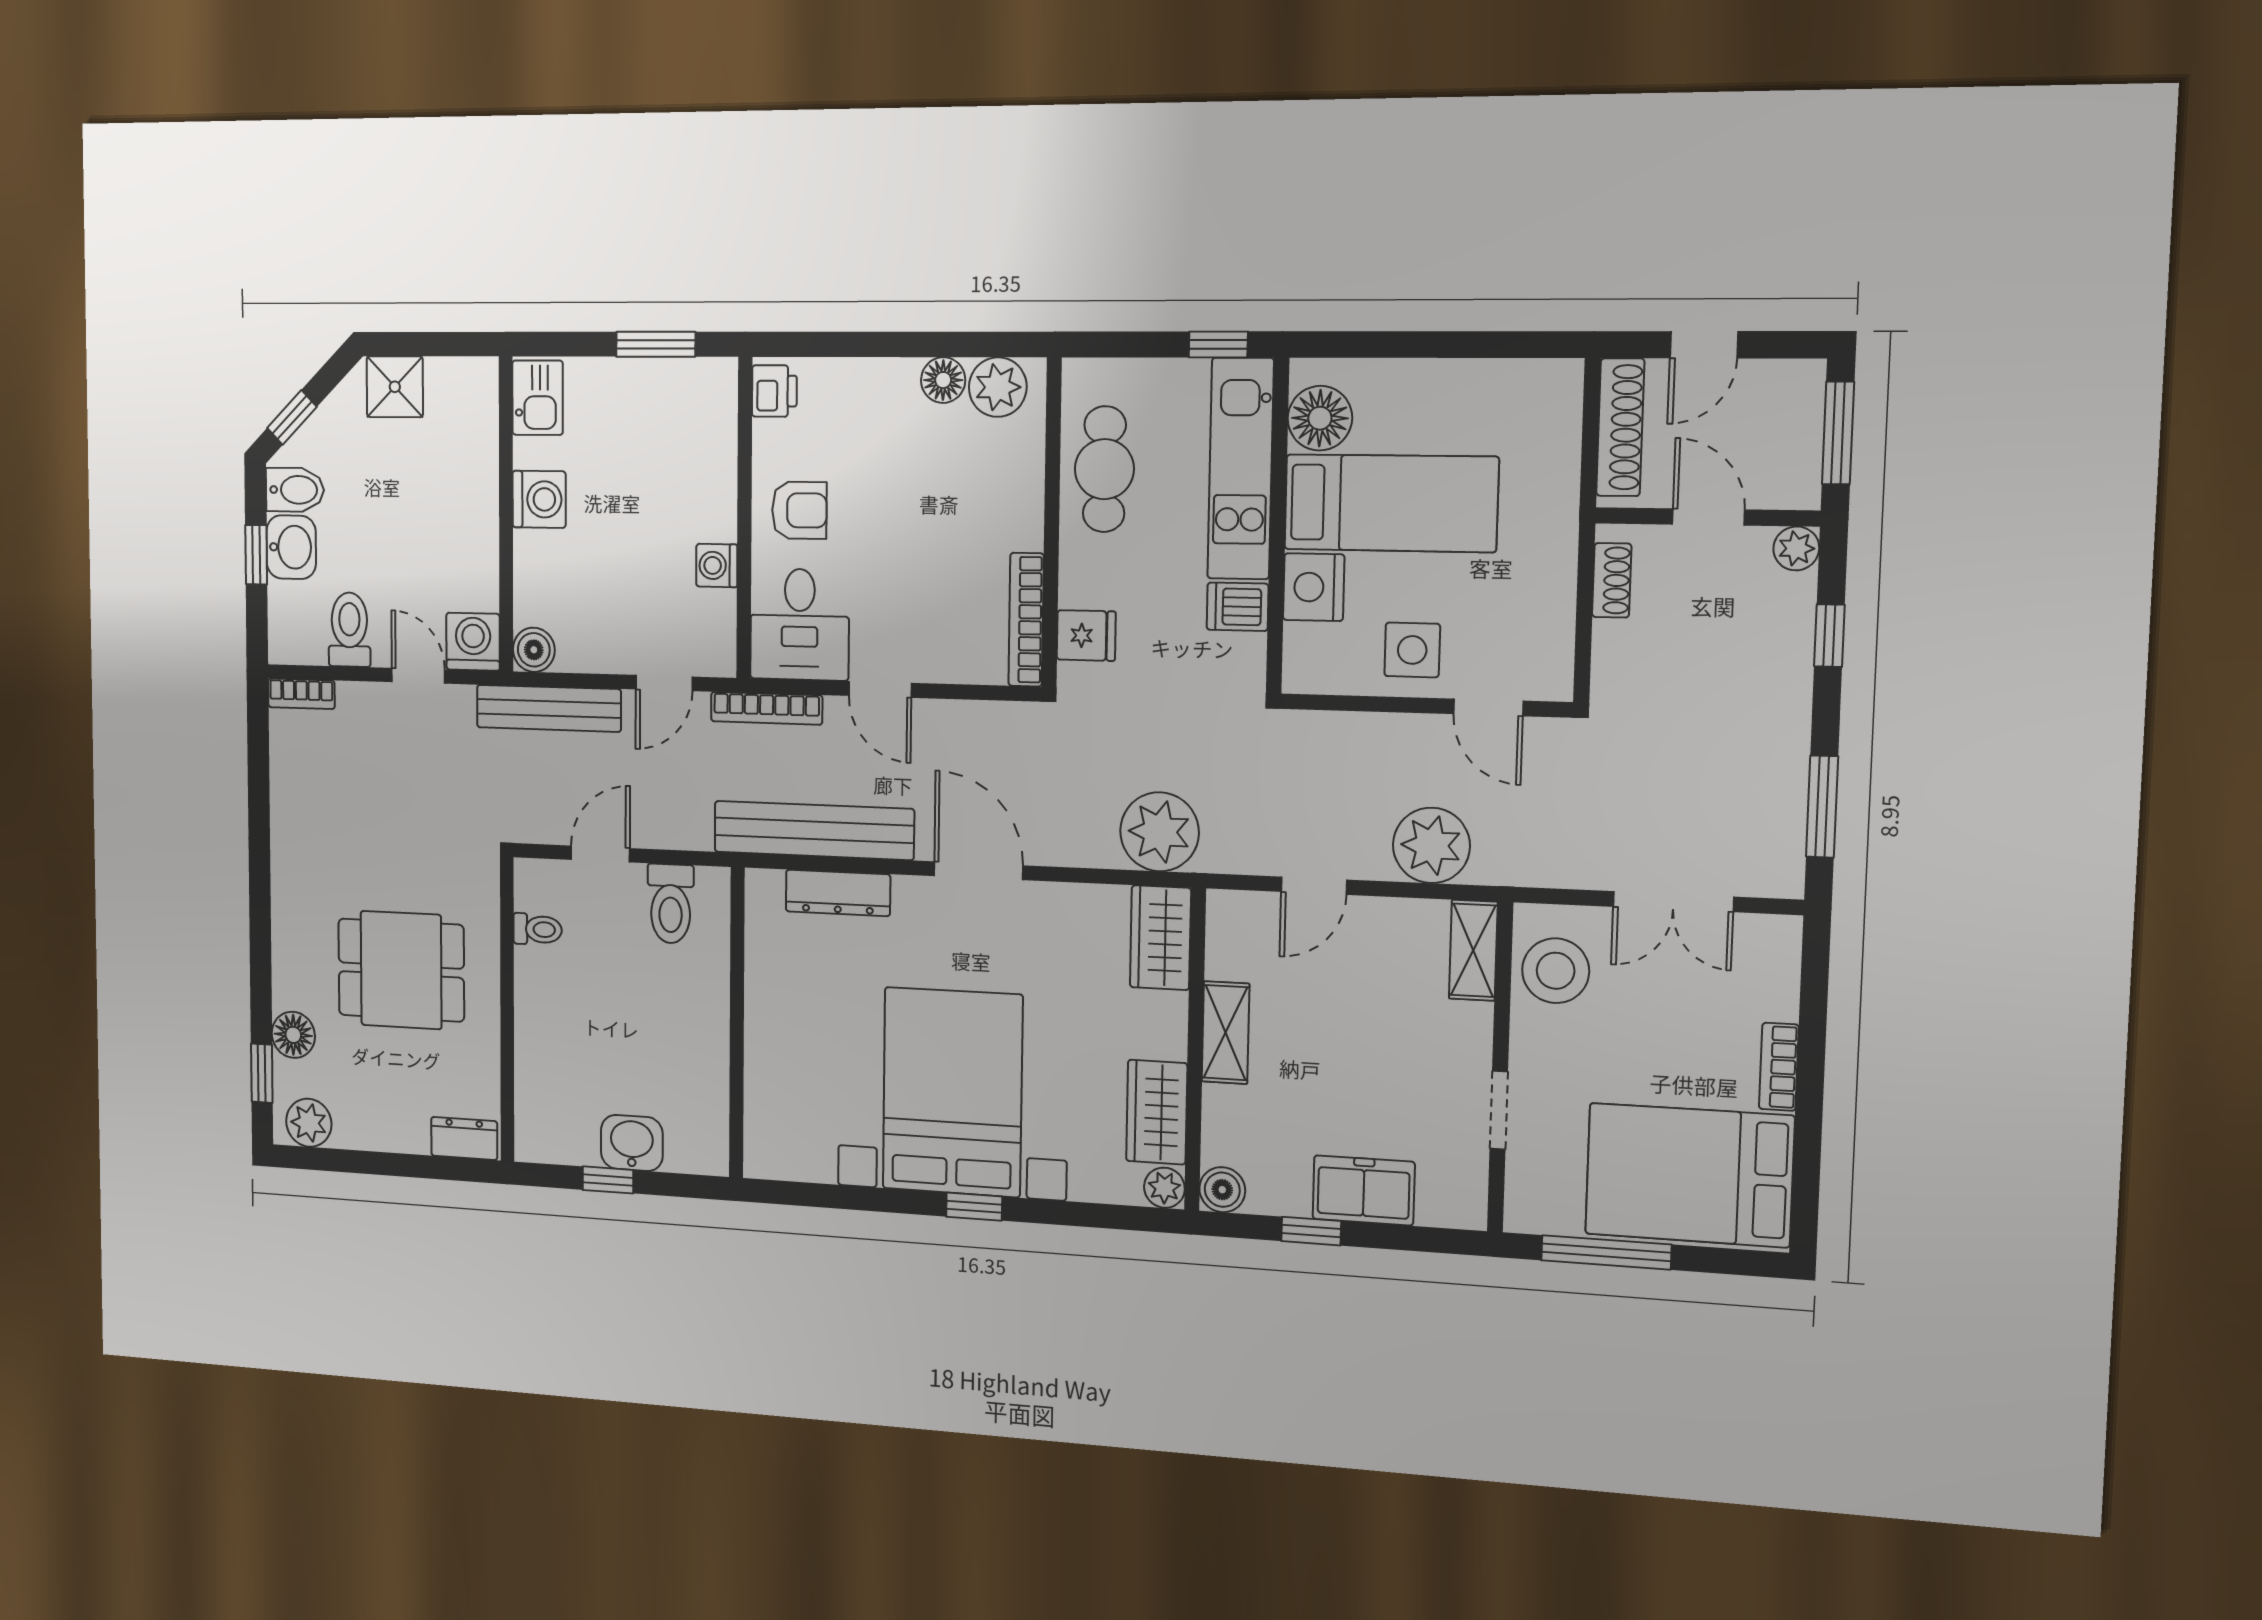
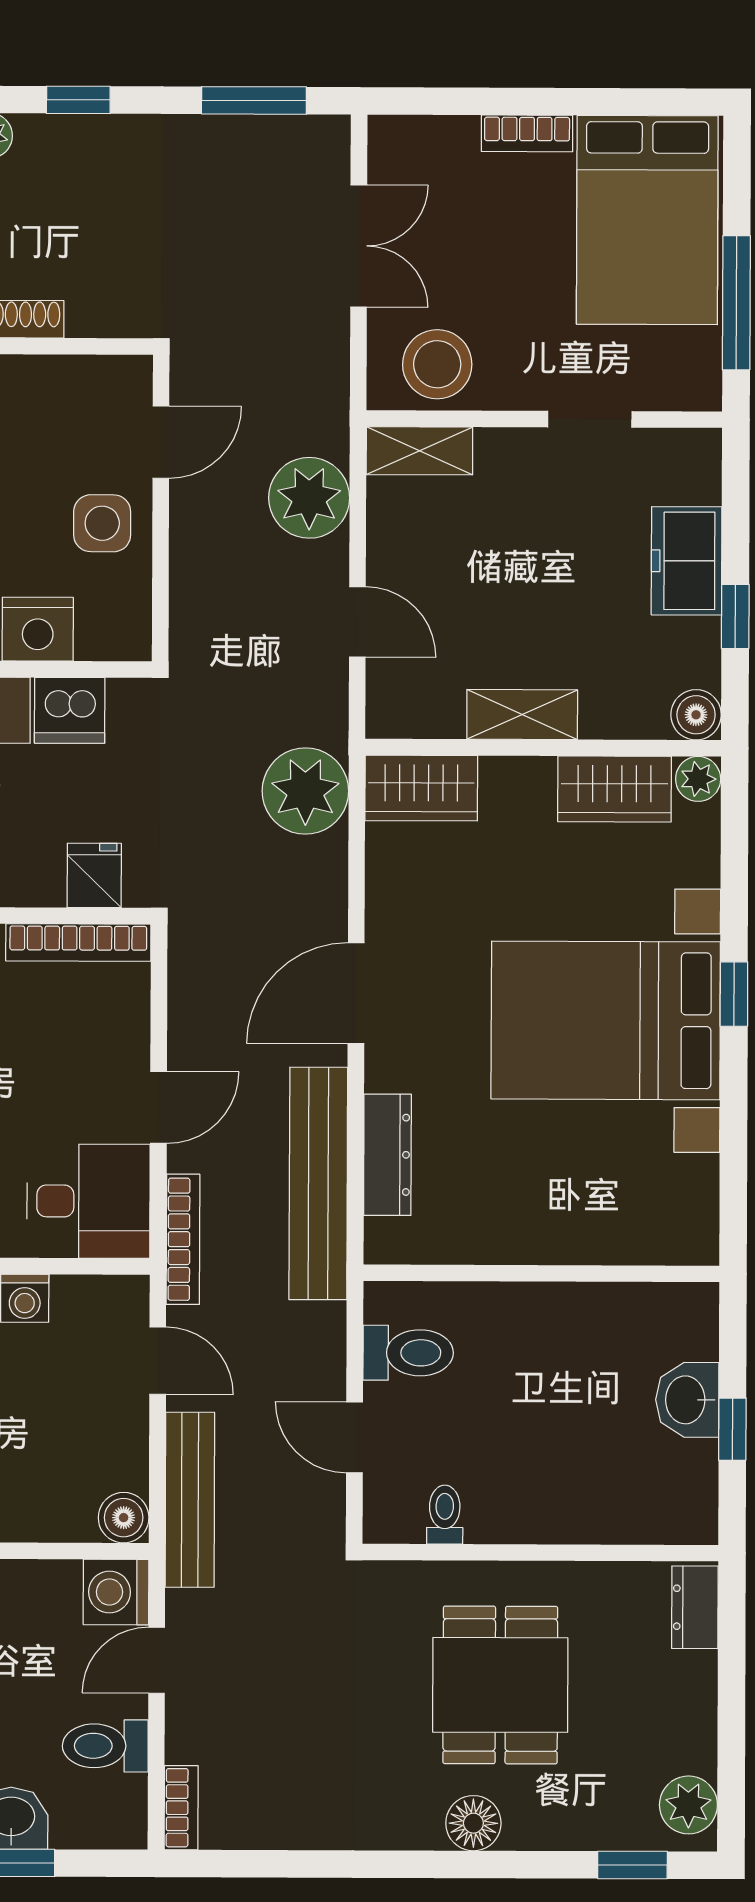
dishwasher: (1238, 607) -> (70, 710), width x1.38
floor lamp: (293, 1035) -> (473, 1823), moved

